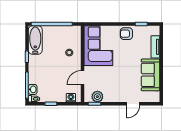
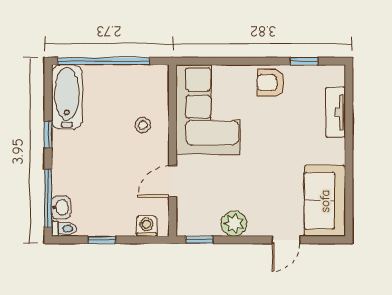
sofa: (151, 75) -> (325, 201), moved
plant: (97, 97) -> (234, 224), moved

